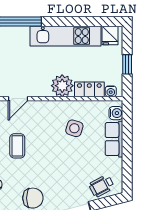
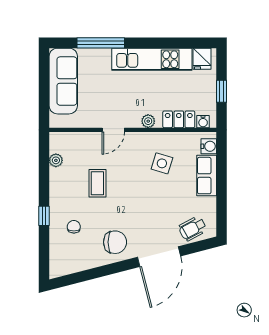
plant: (62, 86) -> (148, 121), width x0.53, depth x0.53
door: (18, 99) -> (113, 130), moved

